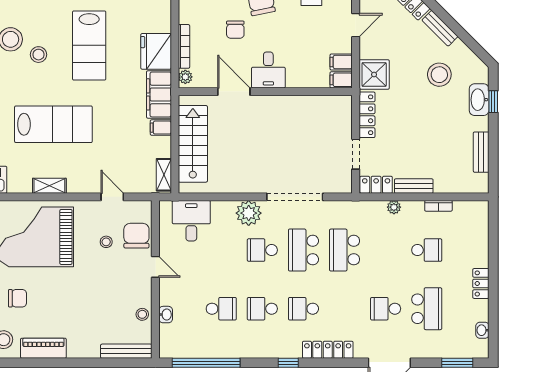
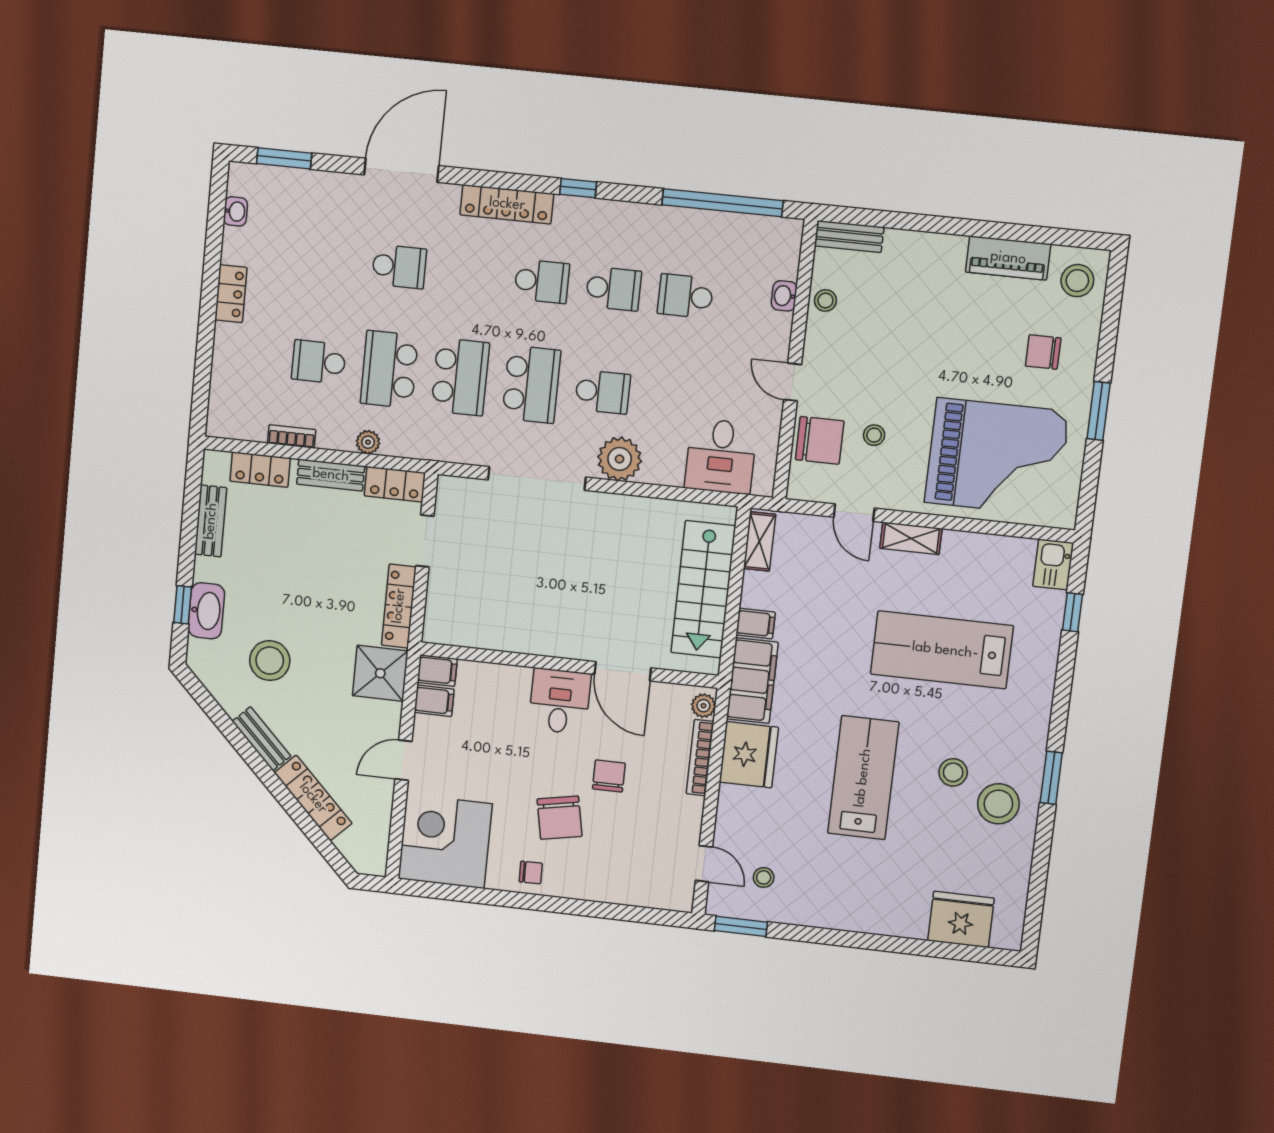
locker: (455, 185) -> (260, 470), added
shelving: (49, 186) -> (911, 538), moved
chair: (136, 236) -> (820, 440), turned -90
school desk: (427, 309) -> (389, 369), moved
bench: (126, 351) -> (849, 236), width x0.73

